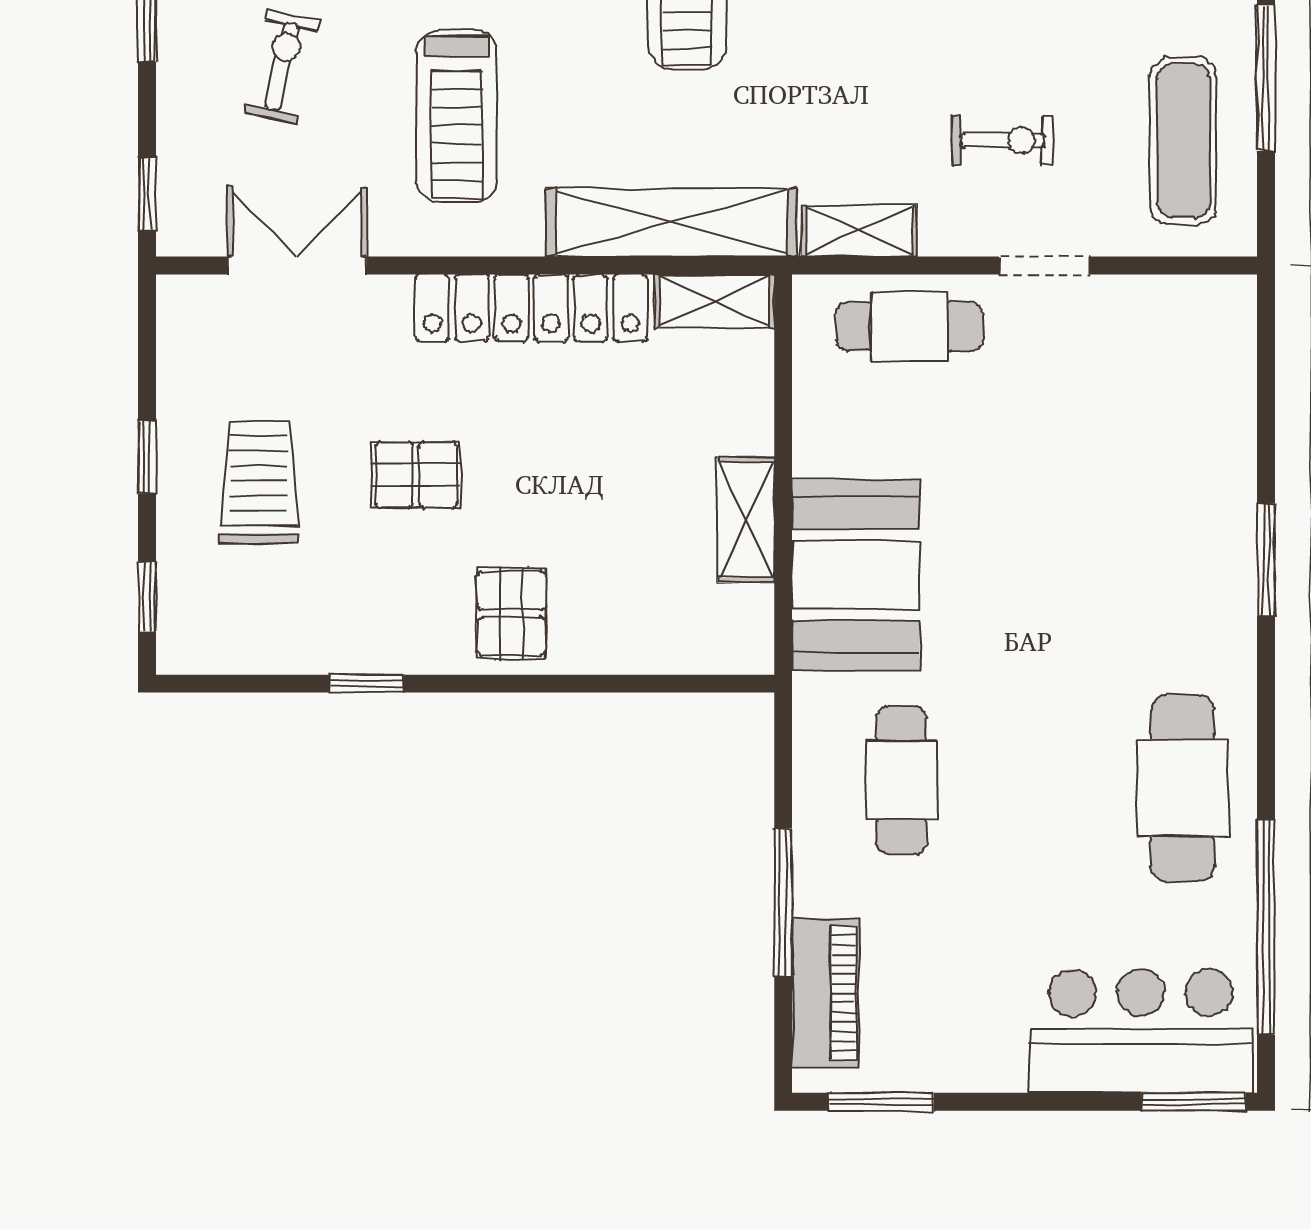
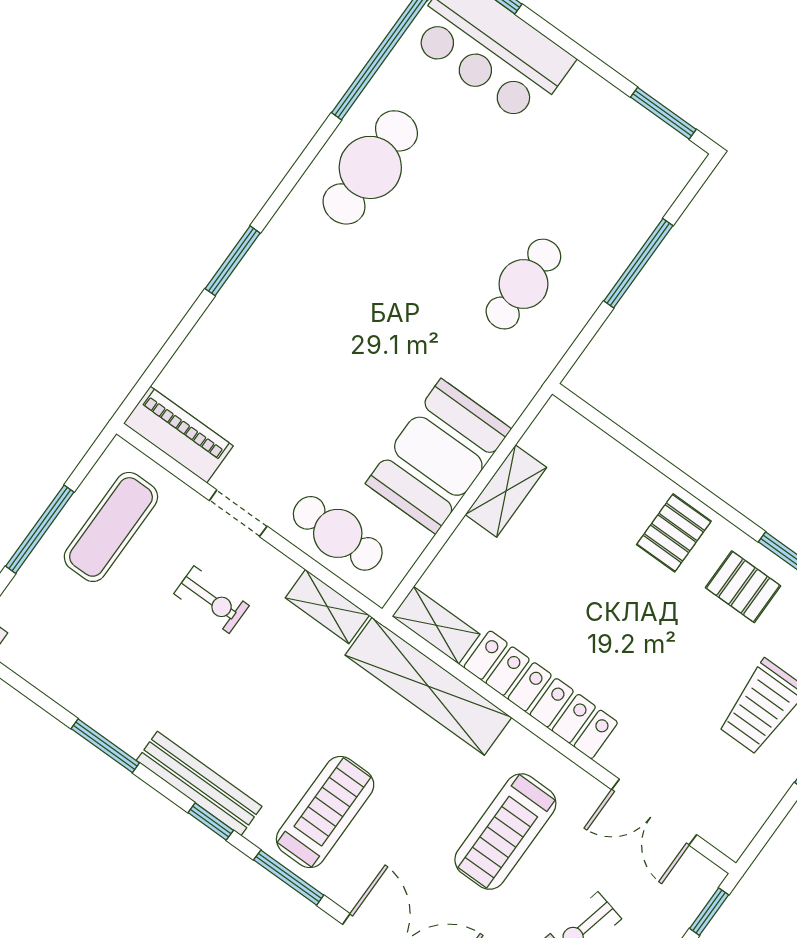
treadmill: (457, 116) -> (505, 832), turned 180
exercise bike: (1002, 140) -> (212, 600), turned 180
pallet: (416, 475) -> (743, 587), moved
booth: (856, 575) -> (438, 456), moved
piano: (825, 993) -> (178, 435), moved, turned 90

